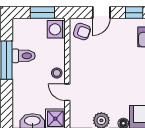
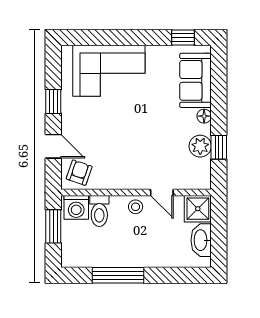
toilet: (24, 56) -> (99, 211), moved, turned 180
door: (67, 92) -> (162, 192), hinge flipped

